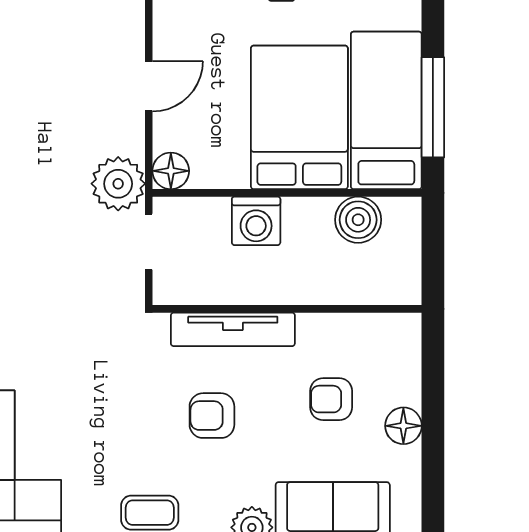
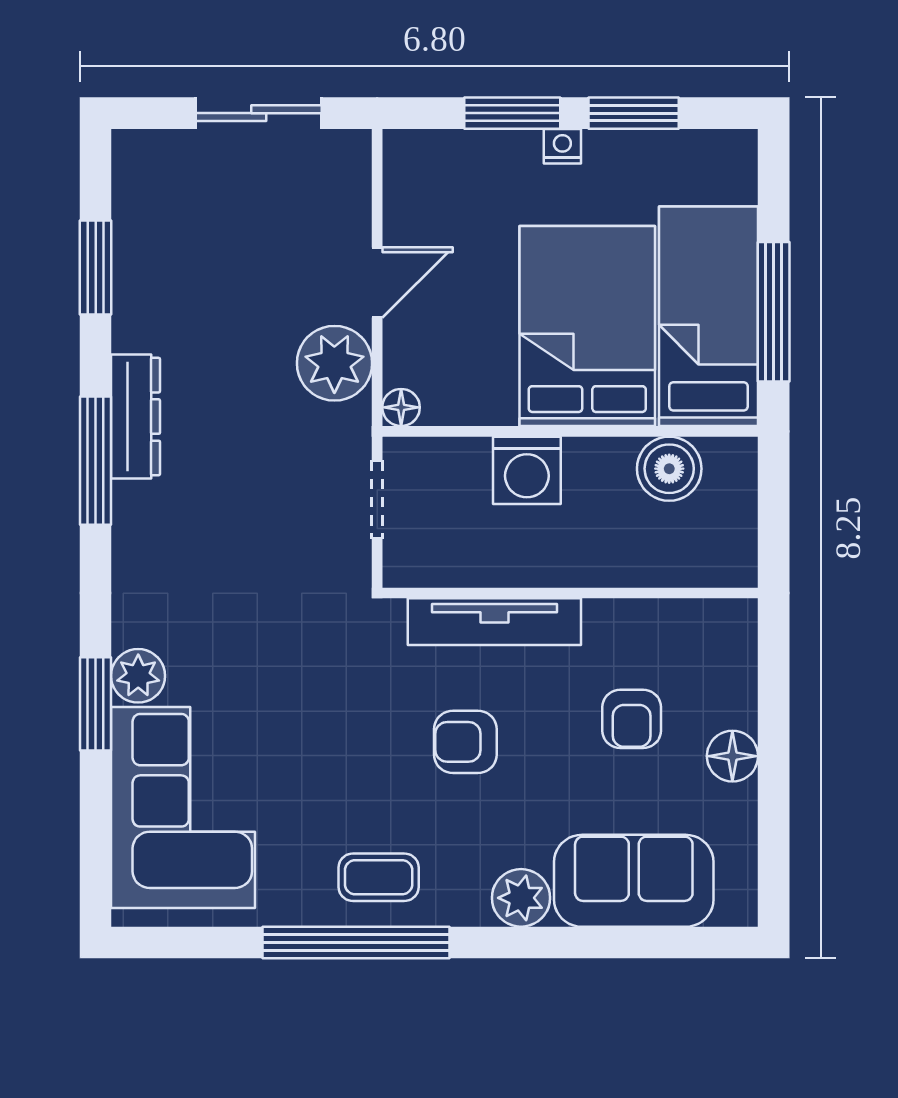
floor lamp: (171, 171) -> (401, 407), width x0.73, depth x0.73
plant: (118, 184) -> (334, 363), moved
armchair: (331, 399) -> (632, 719), turned -90

